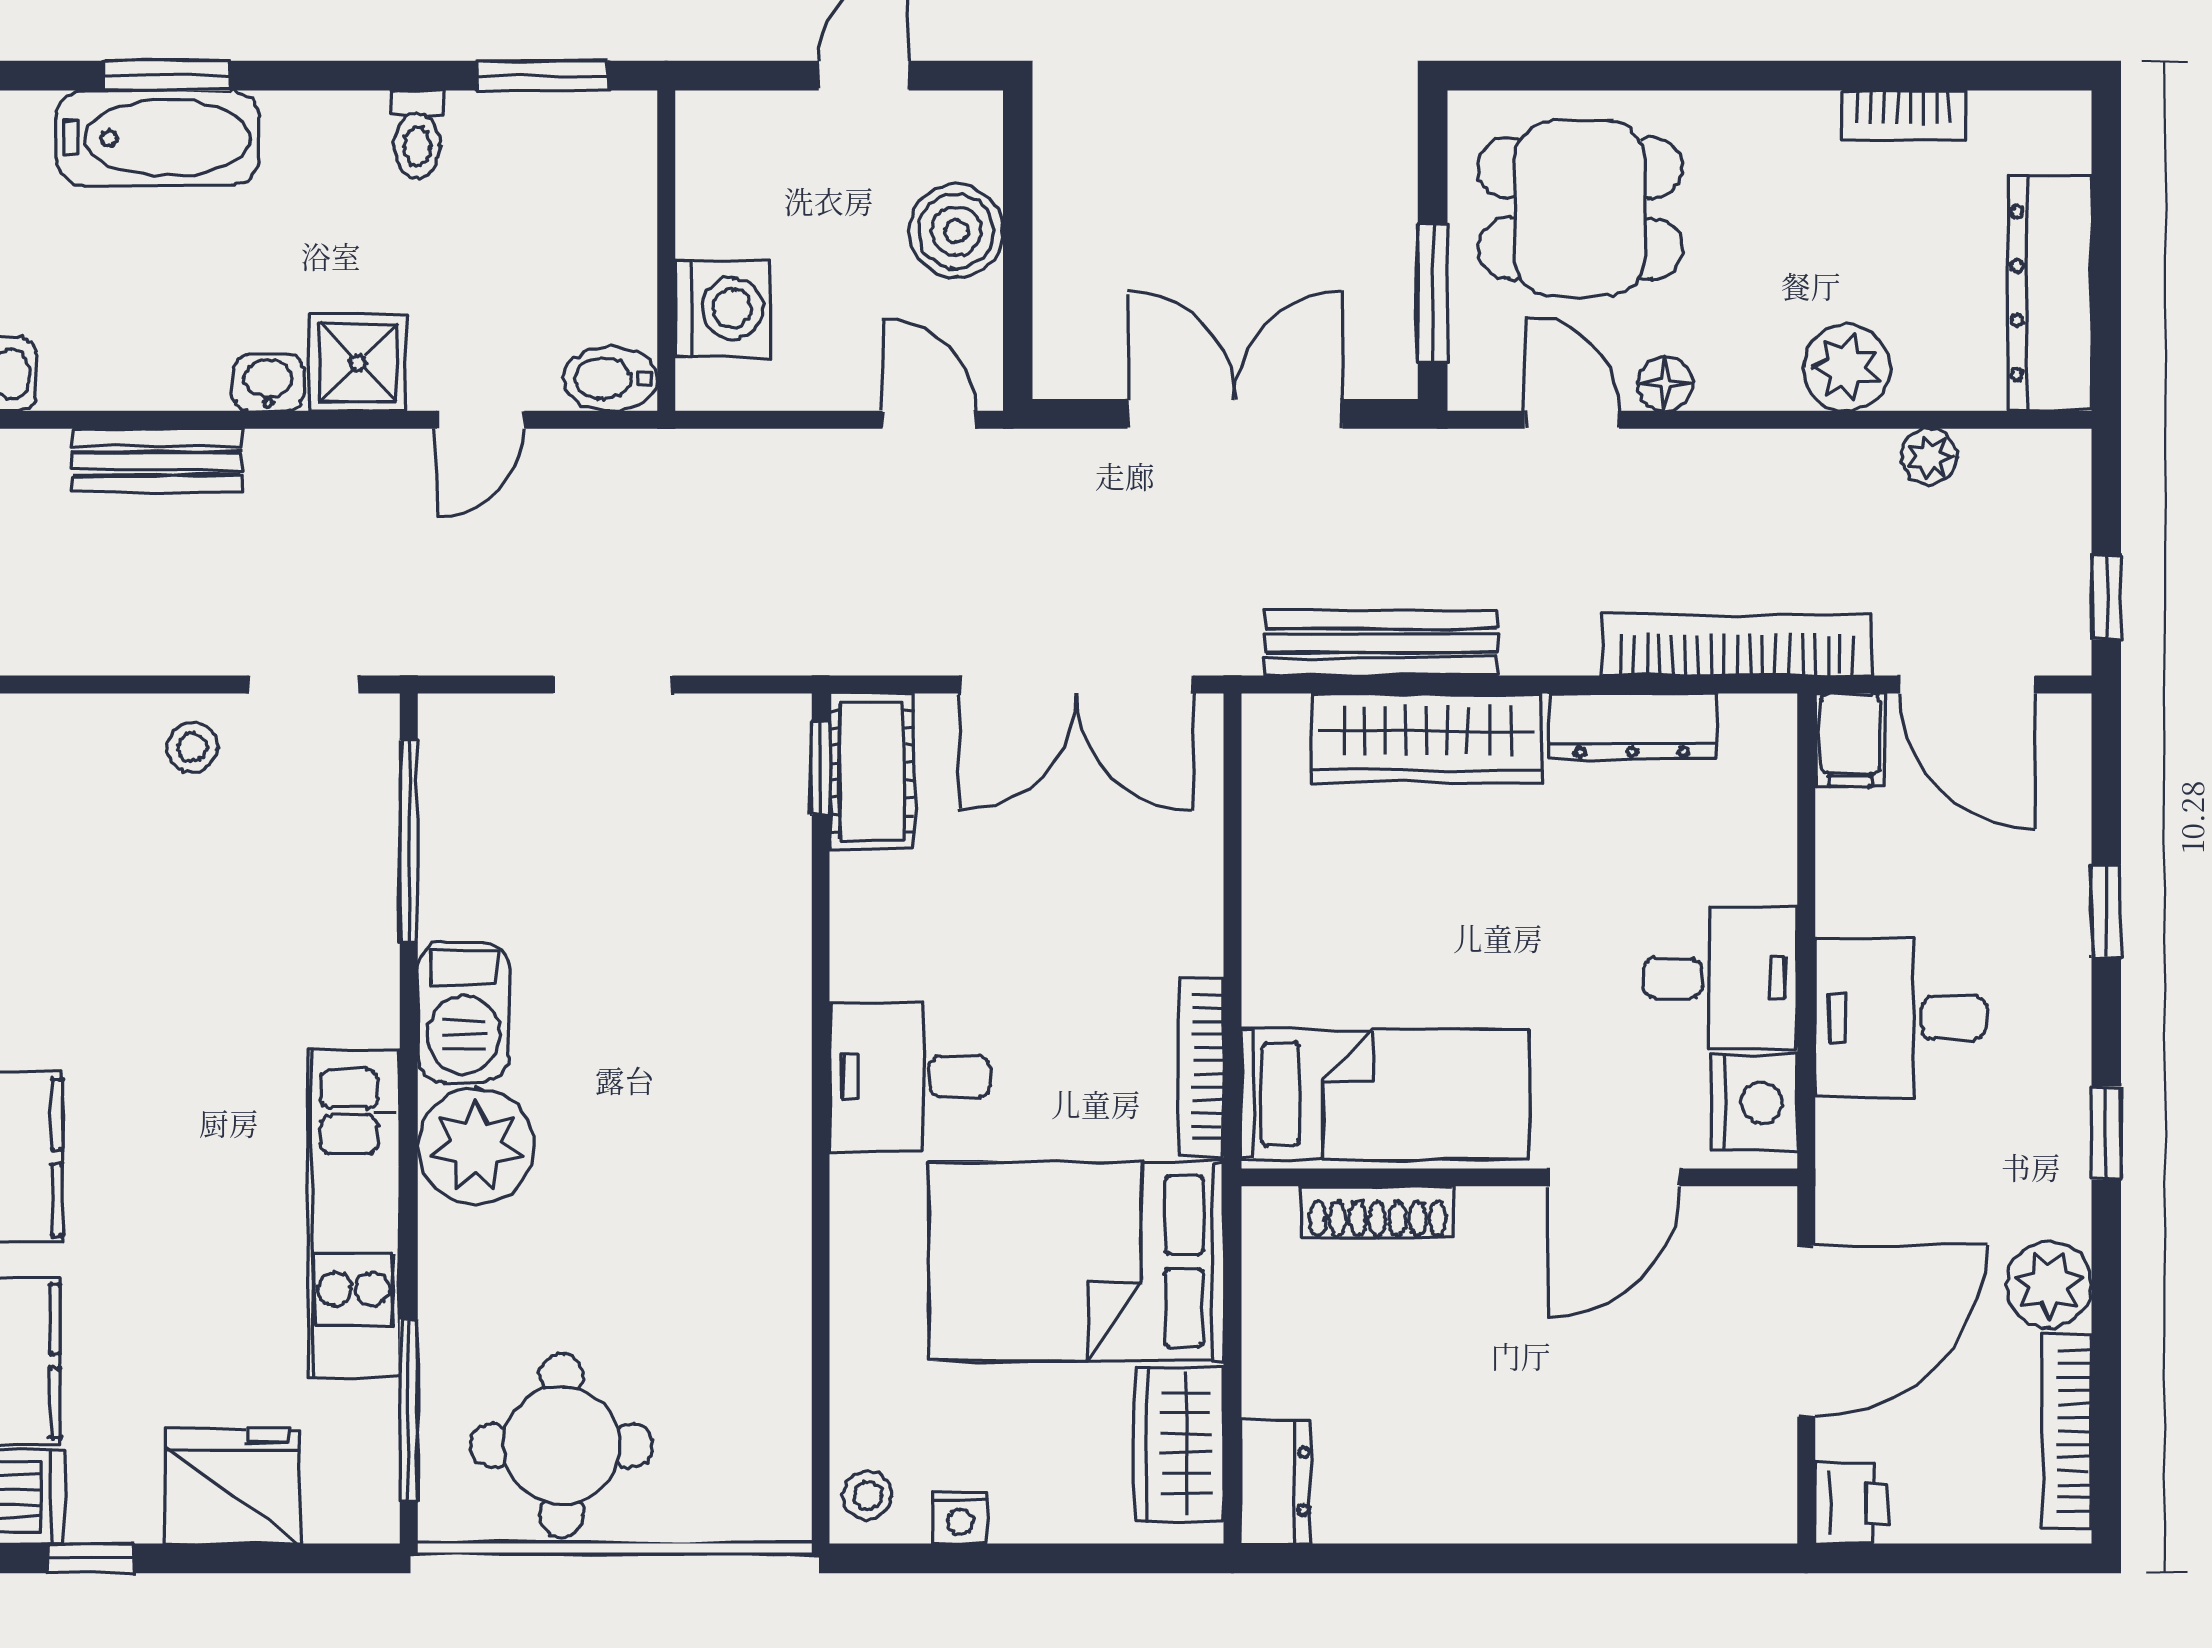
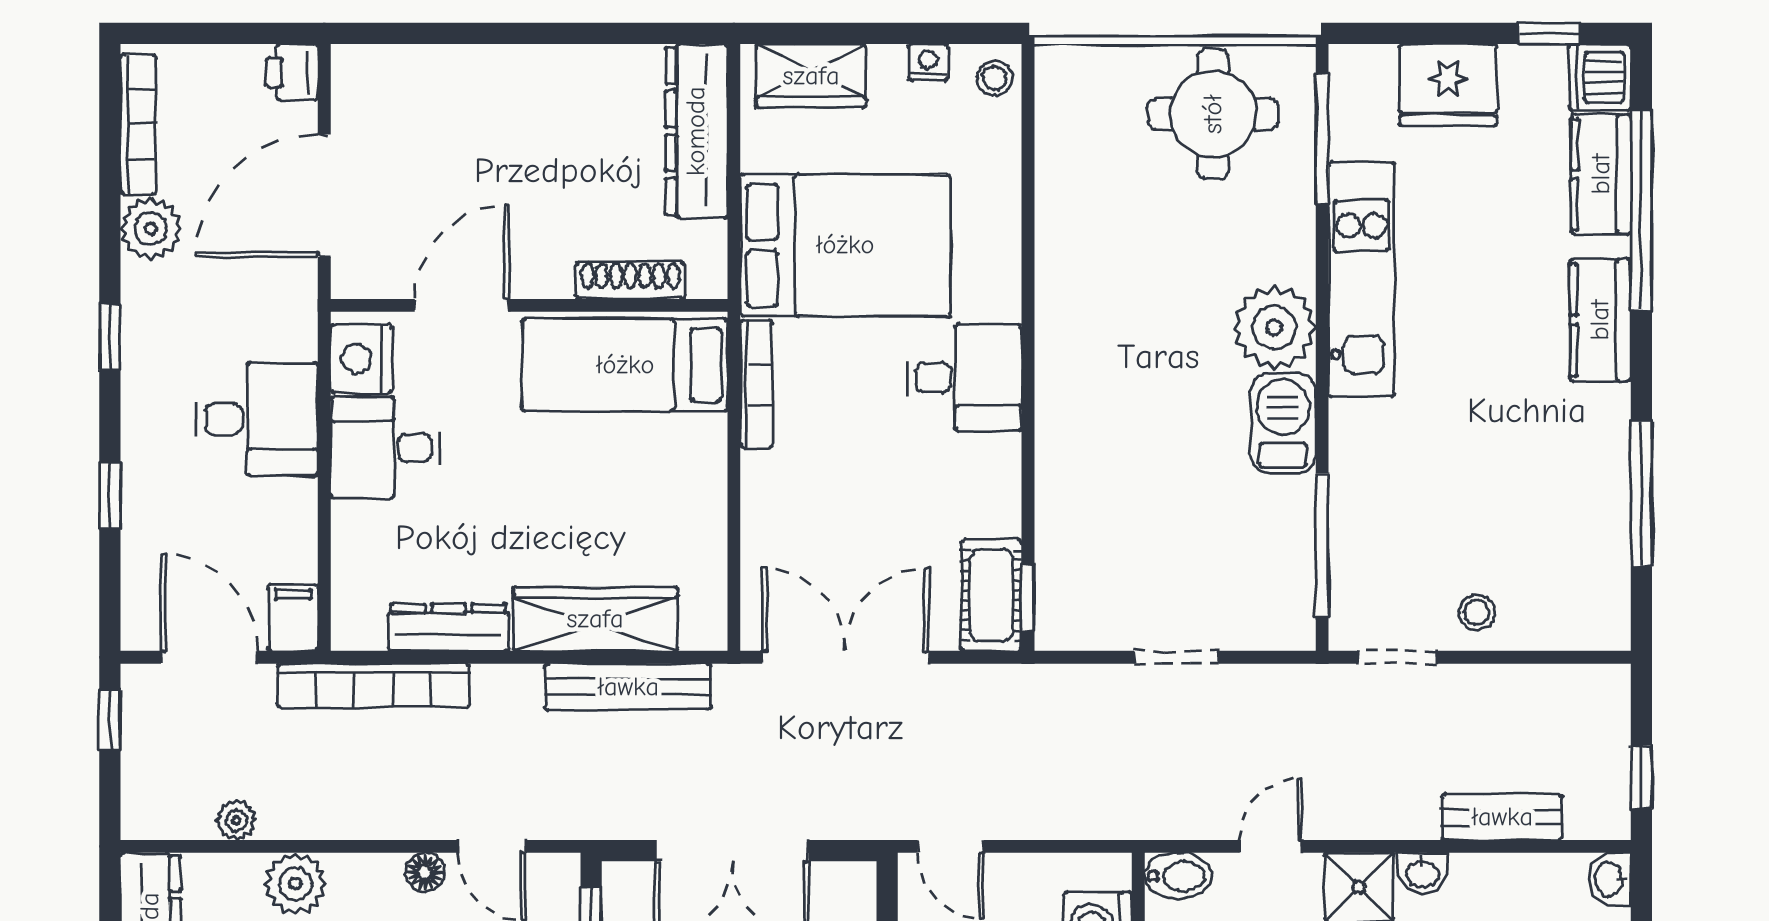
wardrobe: (1179, 1443) -> (811, 76), moved, turned 90
dresser: (1276, 1481) -> (696, 131), width x1.96, depth x1.24

